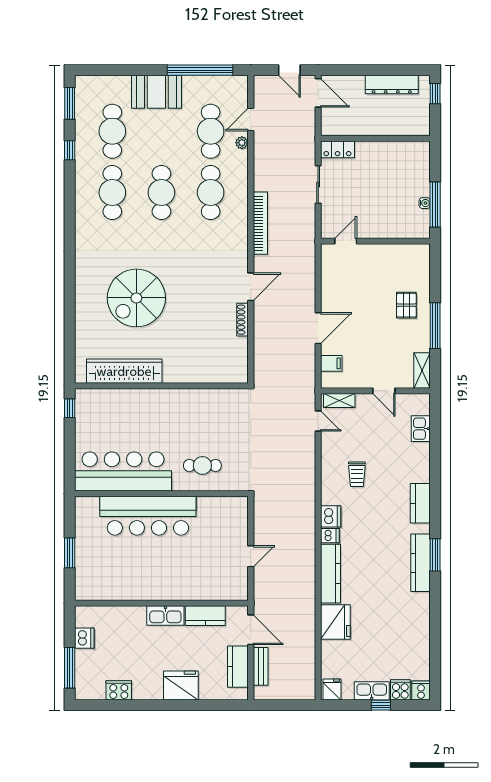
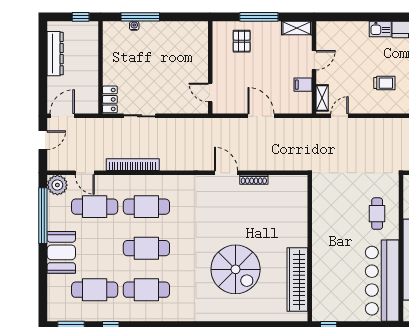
window: (435, 94) -> (81, 17), moved
plant: (242, 143) -> (57, 185), moved, width x1.87, depth x1.87
water cooler: (425, 203) -> (134, 26), moved
window: (435, 204) -> (140, 17), moved
bookcase: (260, 223) -> (133, 165), moved
door: (346, 241) -> (210, 93), moved
wall: (375, 241) -> (210, 67), moved
pallet: (406, 305) -> (242, 41), turned 90
filing cabinet: (331, 363) -> (303, 85), moved, turned -90
kitchen sink: (421, 429) -> (380, 29), moved

